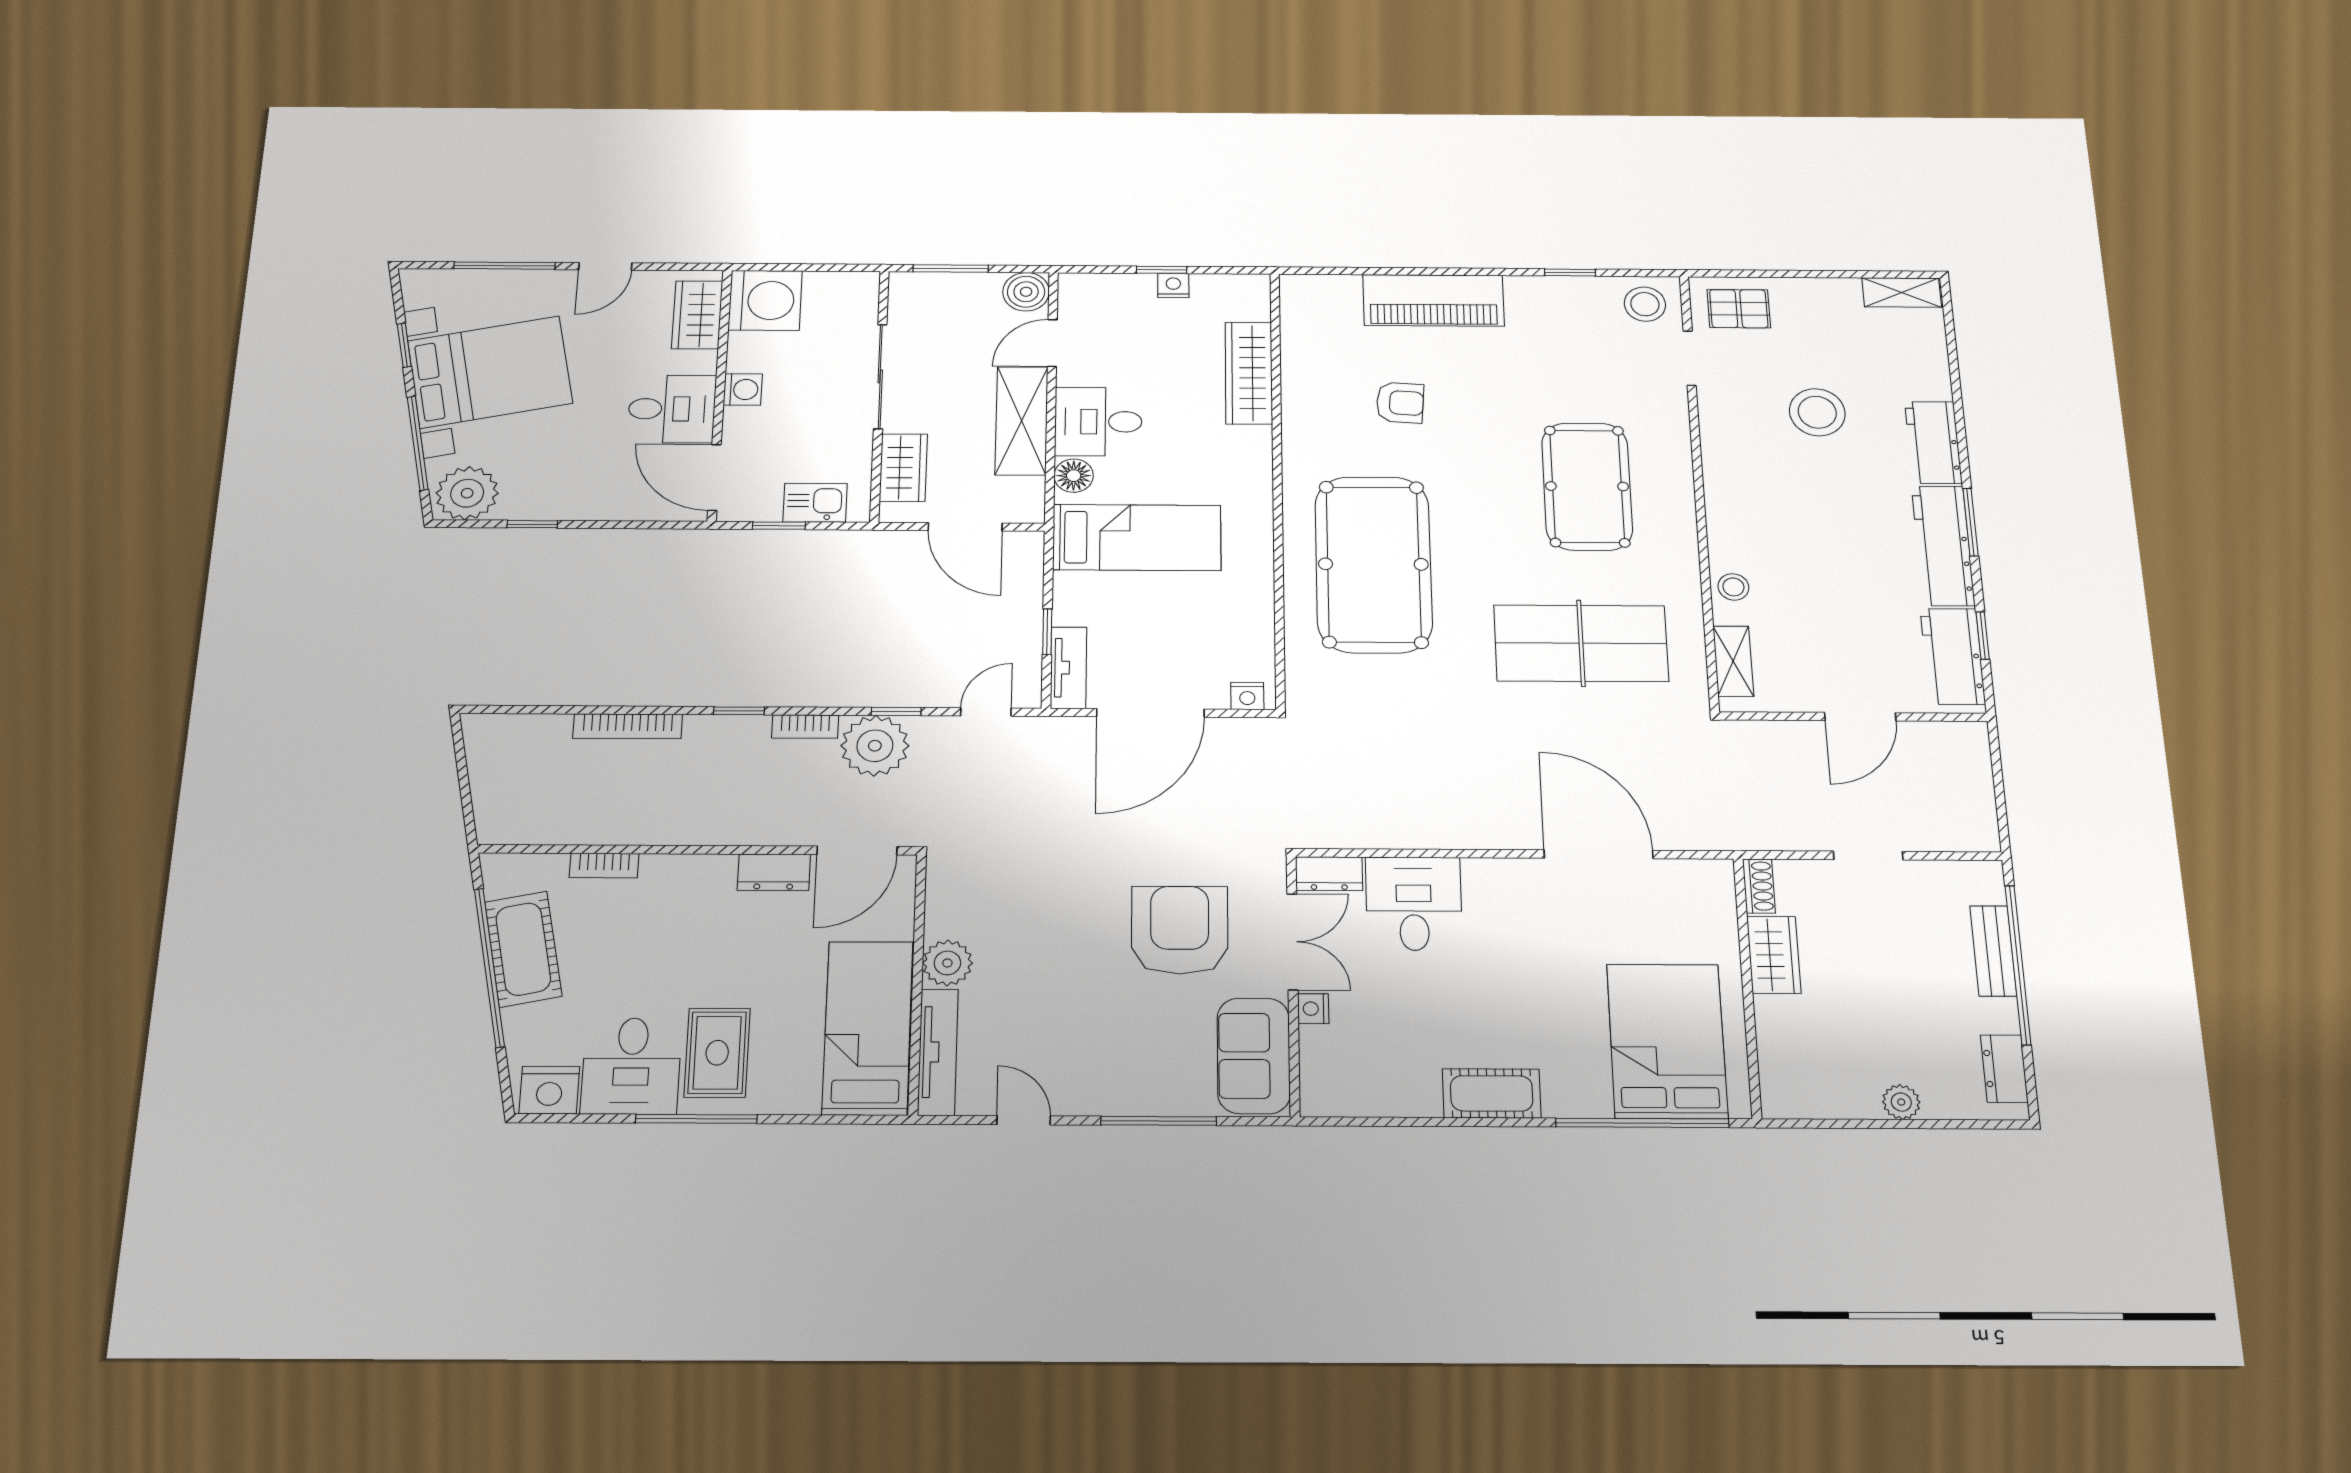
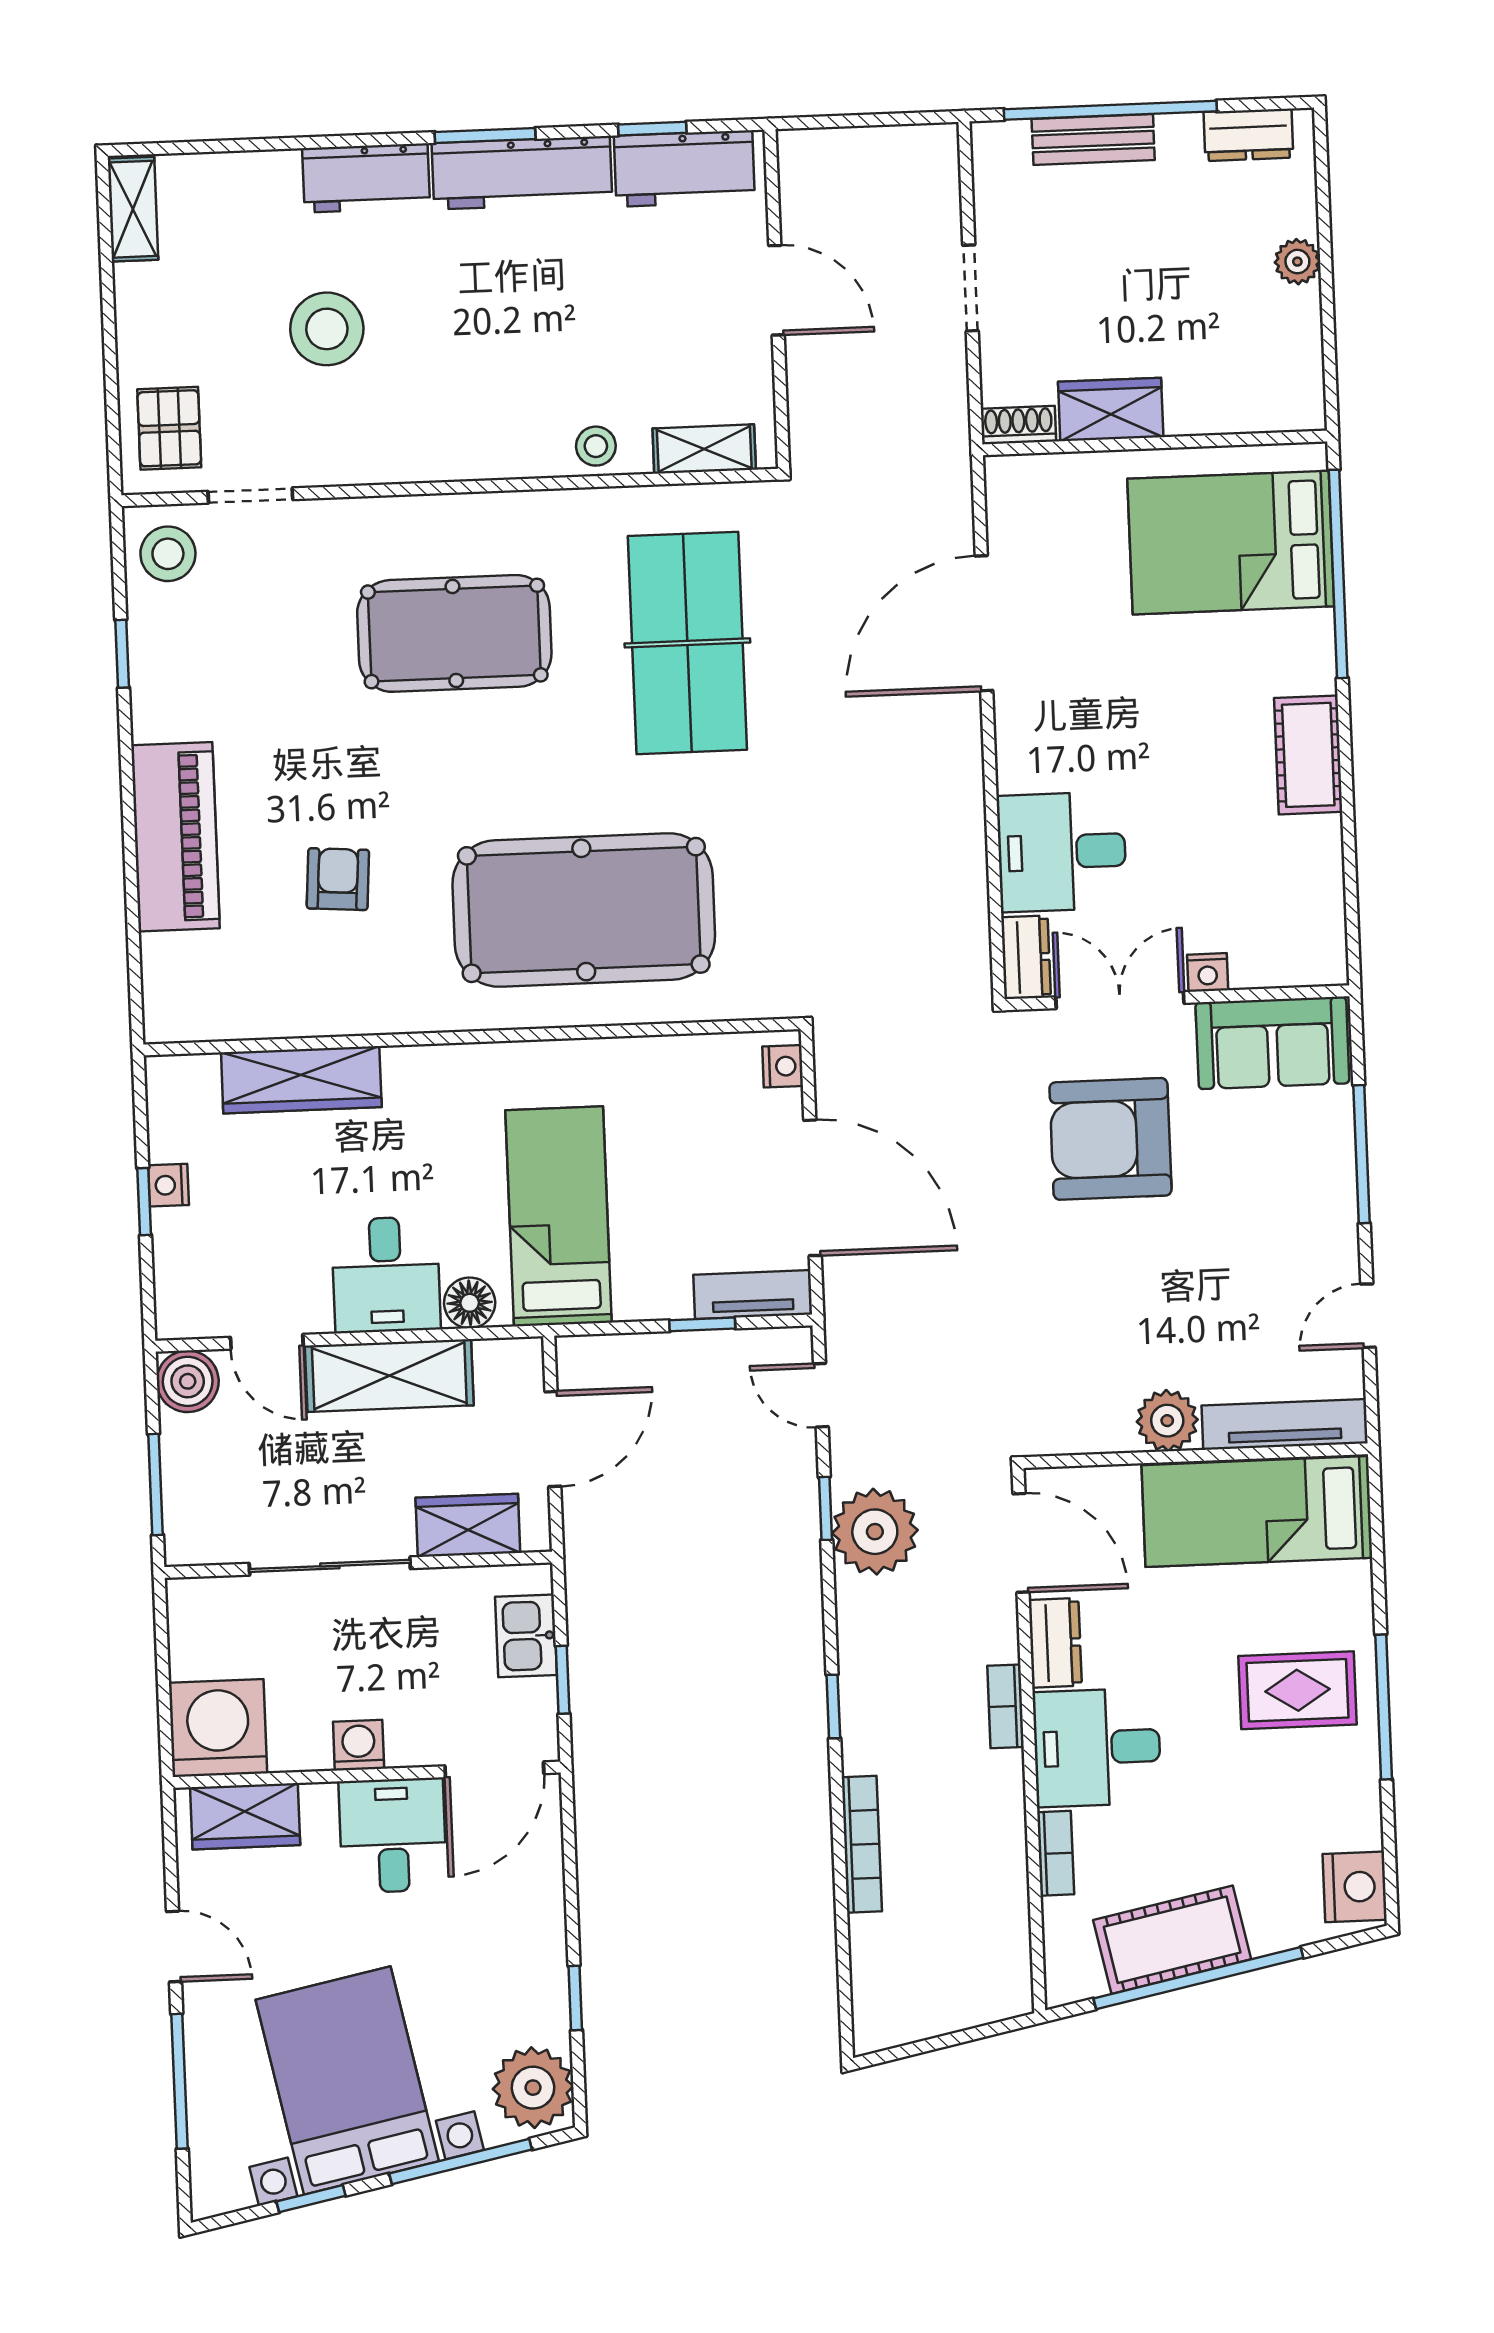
bookcase: (805, 727) -> (1006, 1706), moved, turned 180
desk: (631, 1066) -> (1097, 1747), moved, turned 180

